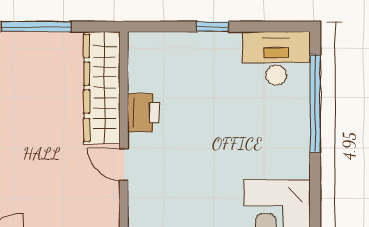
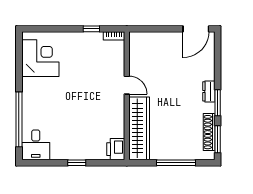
desk: (276, 58) -> (36, 145), width x0.73
printer: (143, 113) -> (116, 149), moved

